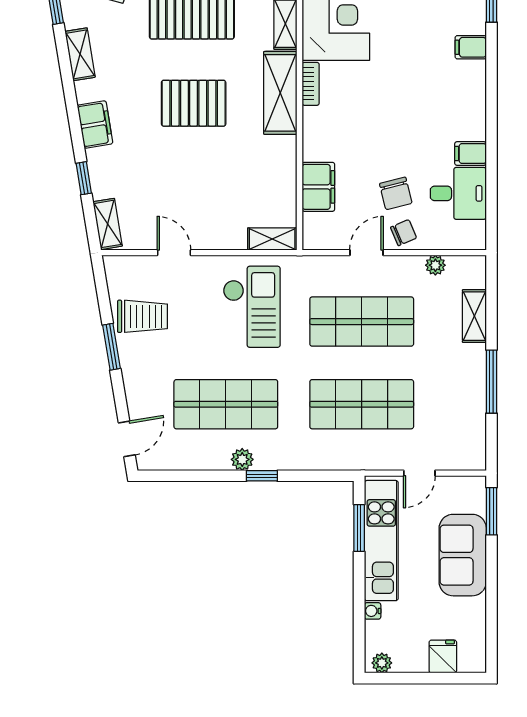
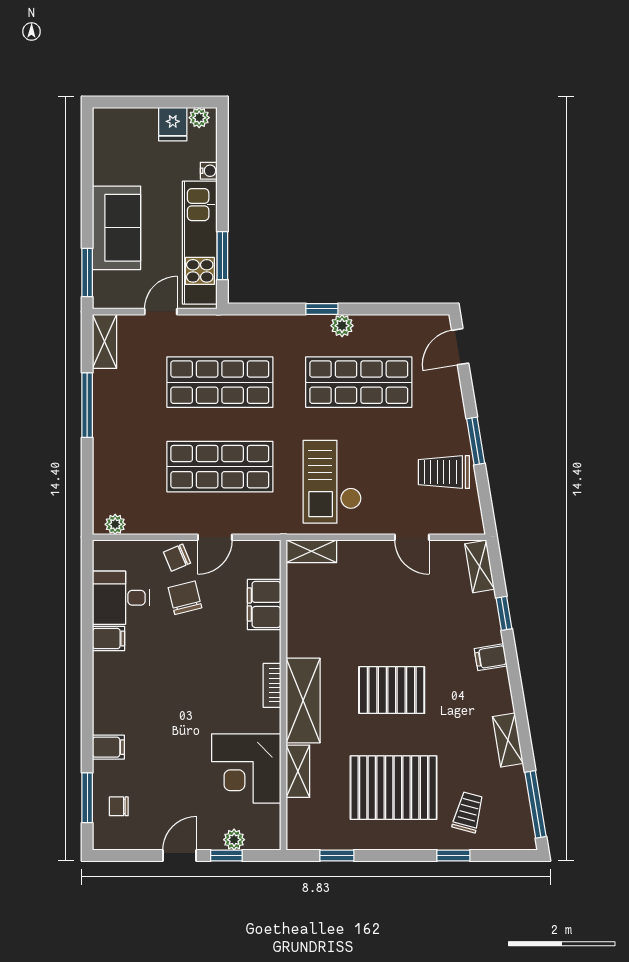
bookcase: (311, 84) -> (272, 685), moved
filing cabinet: (95, 124) -> (491, 657), width x0.50
plant: (435, 265) -> (115, 524), moved
shelving: (474, 316) -> (105, 341), moved
fridge: (443, 656) -> (173, 124), moved

